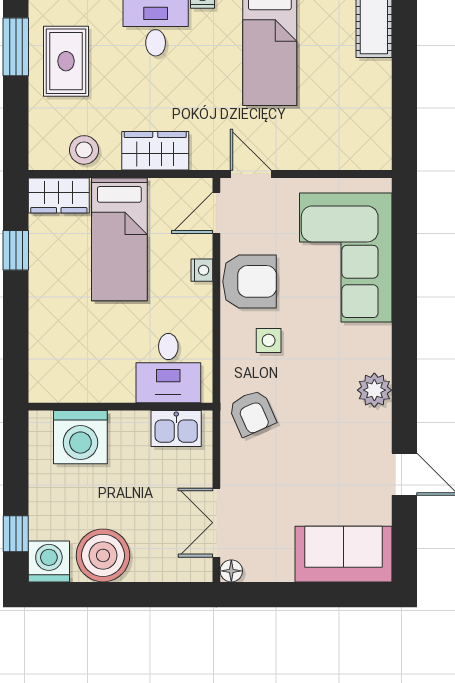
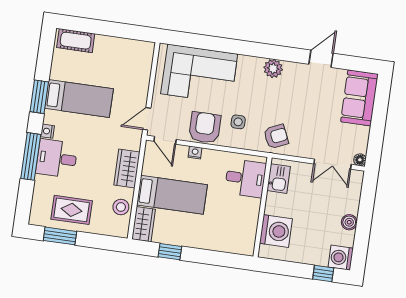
boiler: (103, 555) -> (349, 222), width x0.54, depth x0.54

